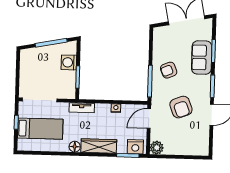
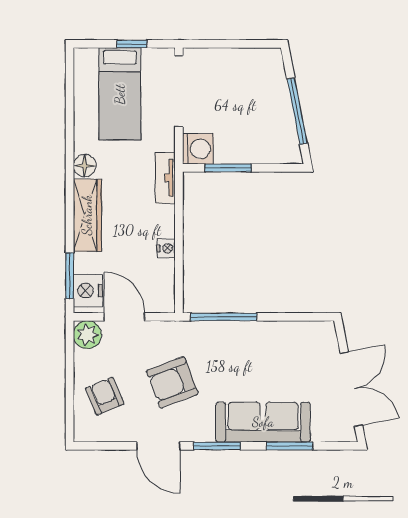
sofa: (202, 57) -> (263, 422), width x1.36
washing machine: (69, 62) -> (198, 149), moved, turned 90
armchair: (169, 70) -> (105, 396), moved
door: (149, 119) -> (125, 317), moved

